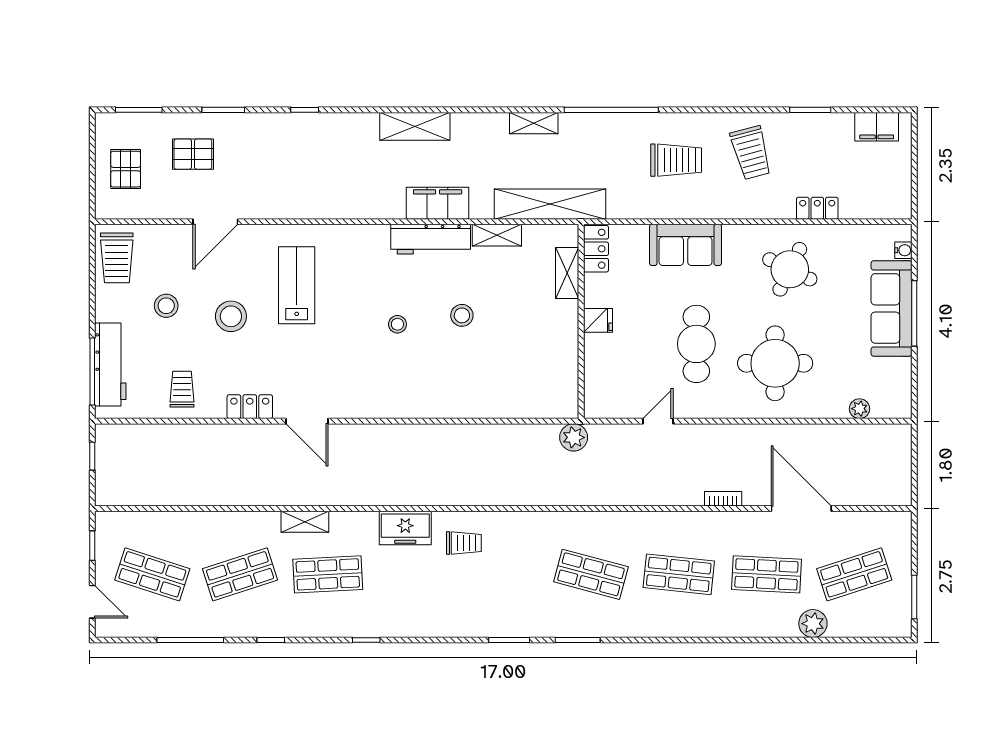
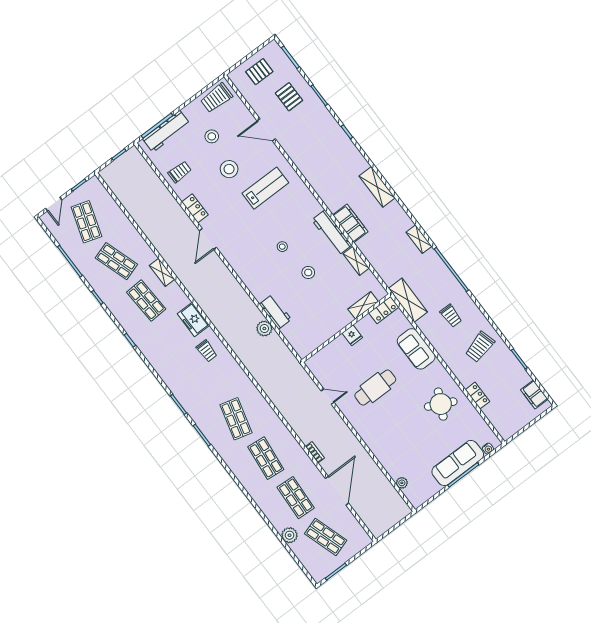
trolley: (676, 160) -> (451, 316), width x0.73, depth x0.72
shelving: (550, 204) -> (408, 300), moved, width x0.68
round table: (775, 363) -> (393, 429), removed
workbench: (482, 404) -> (275, 312), added
plant: (574, 437) -> (264, 329), moved

